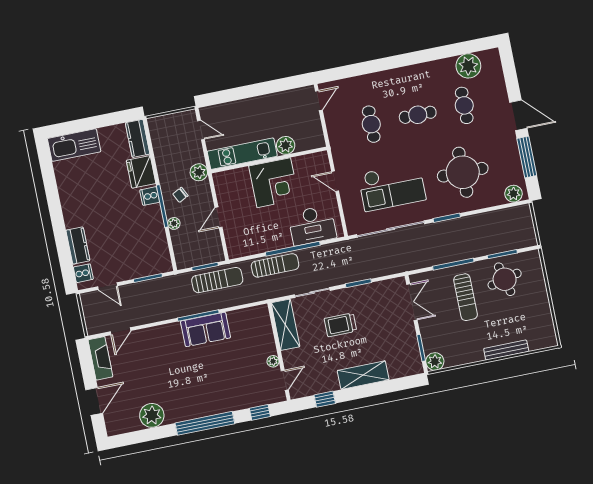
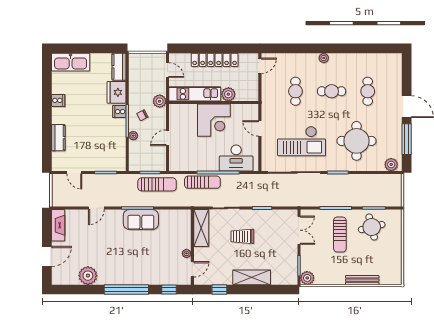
plant: (468, 66) -> (324, 58), moved, width x0.53, depth x0.53
locker: (259, 105) -> (215, 60), added
cooker: (83, 273) -> (58, 100), moved
door: (120, 331) -> (96, 208), moved

